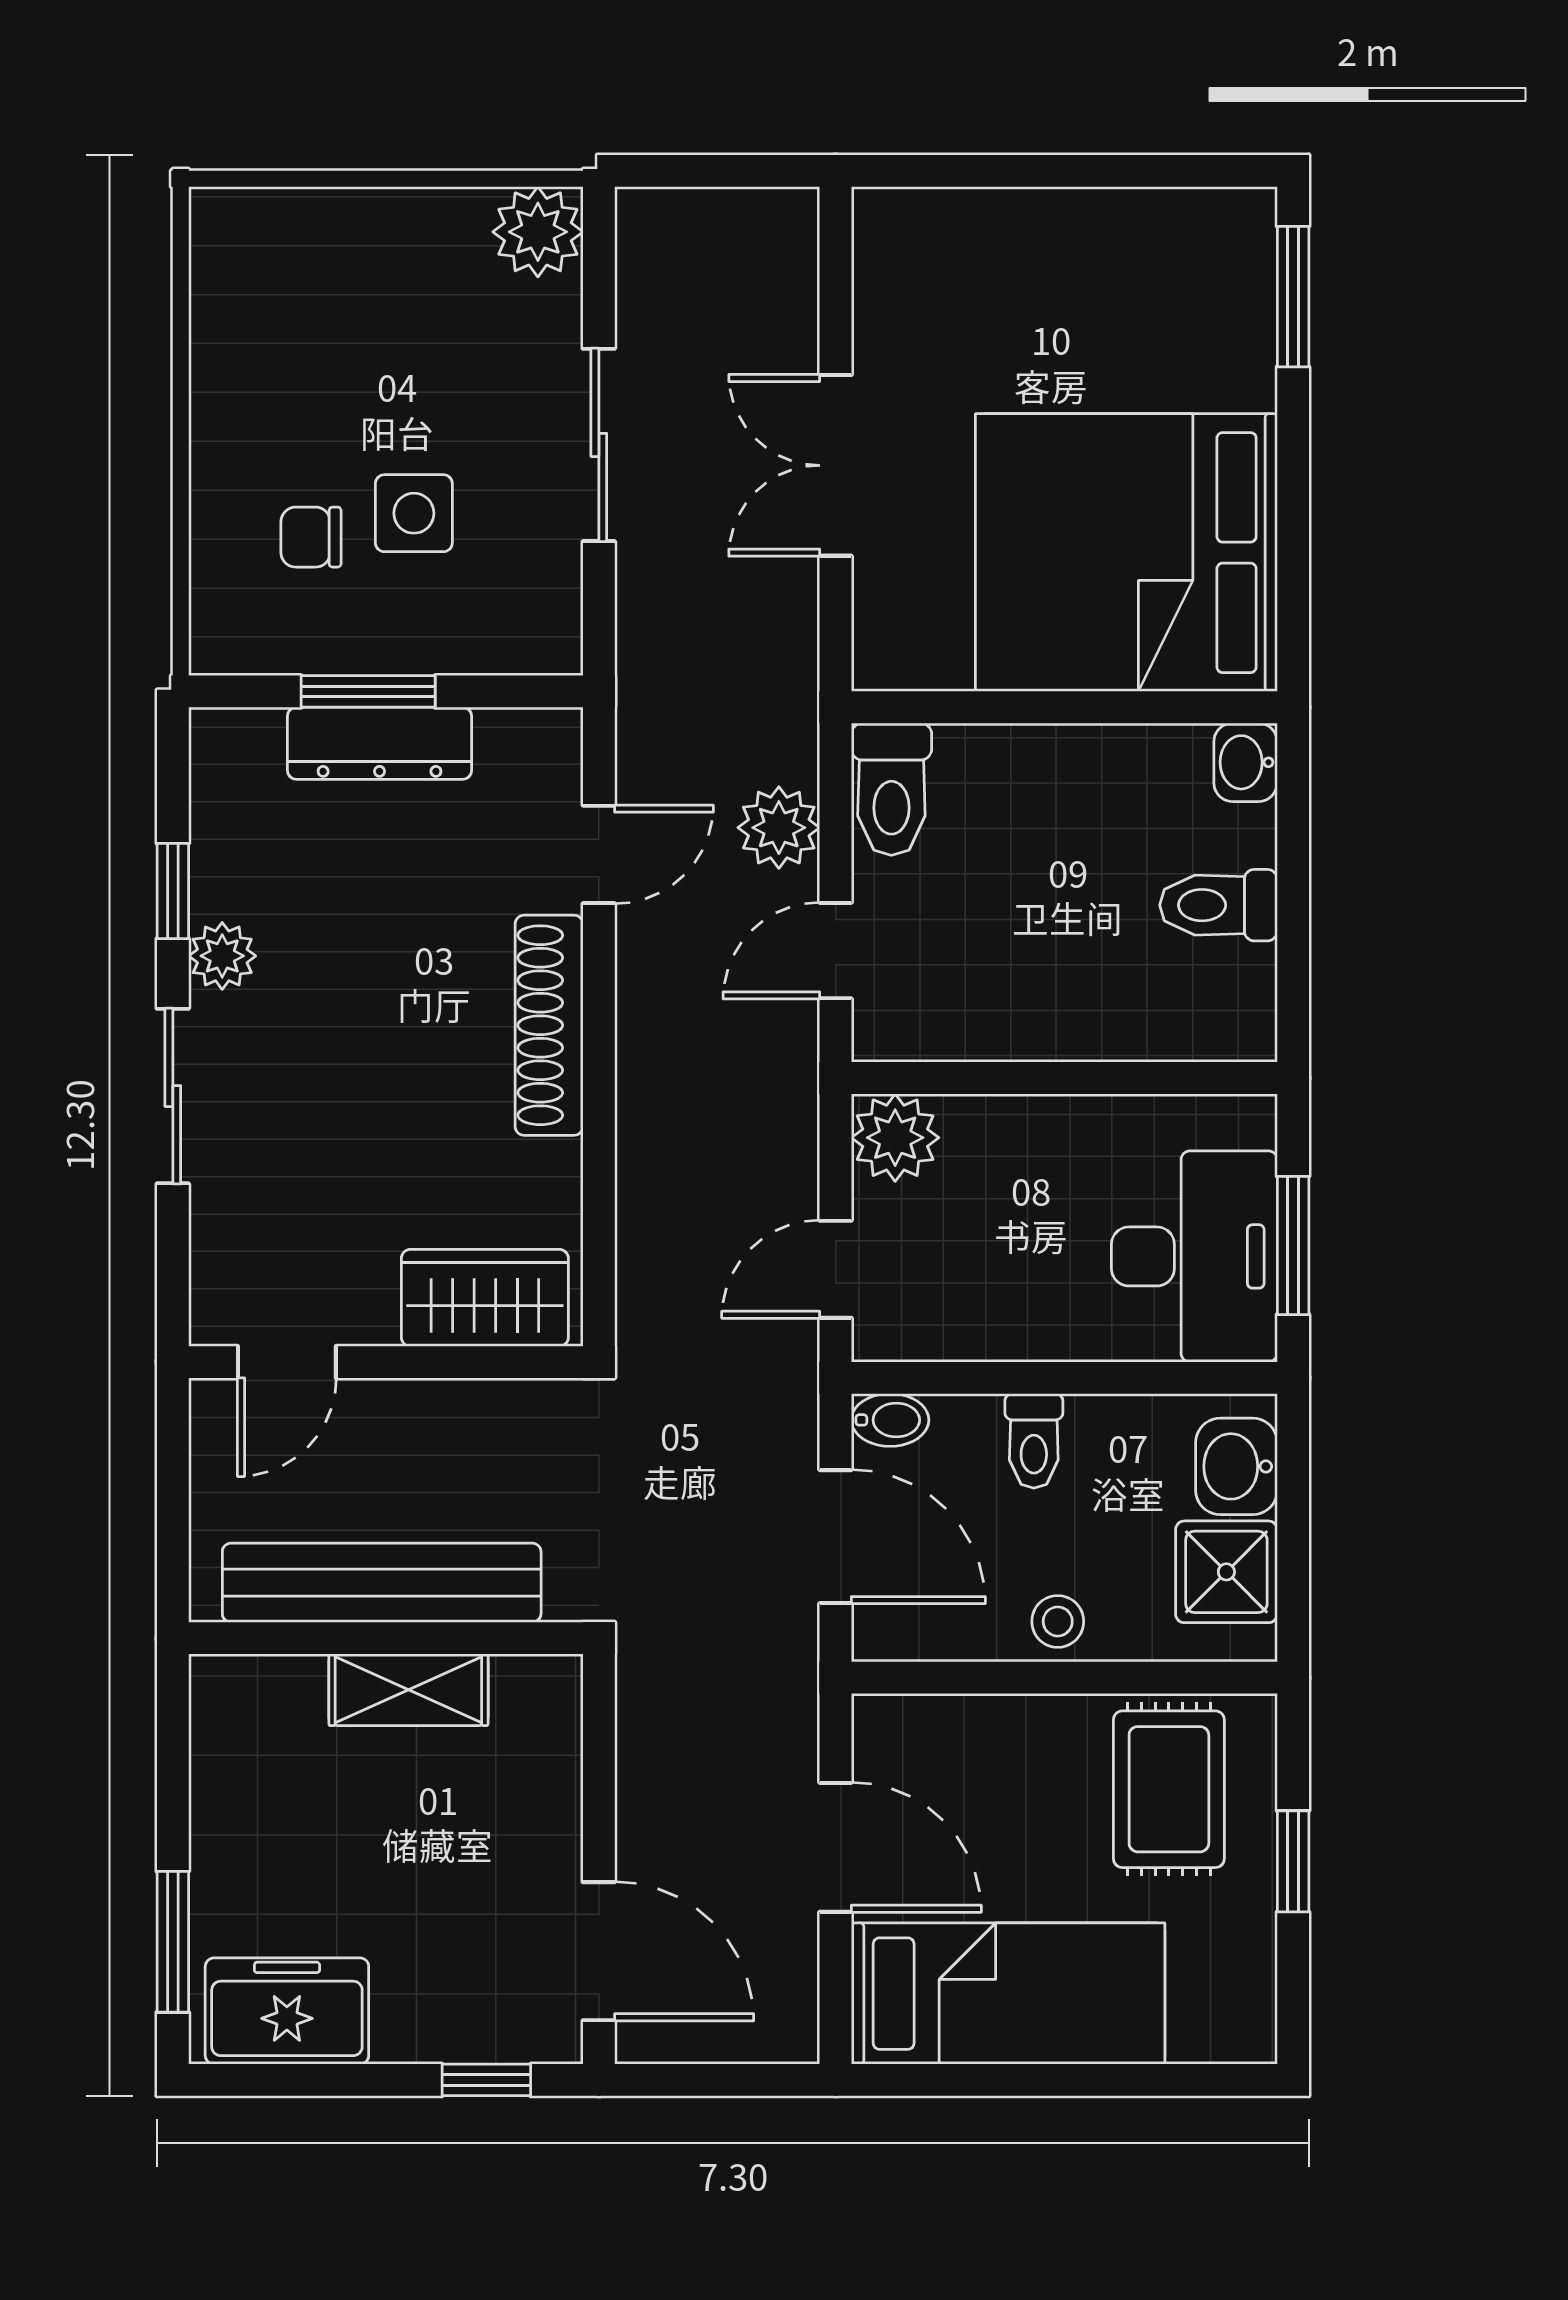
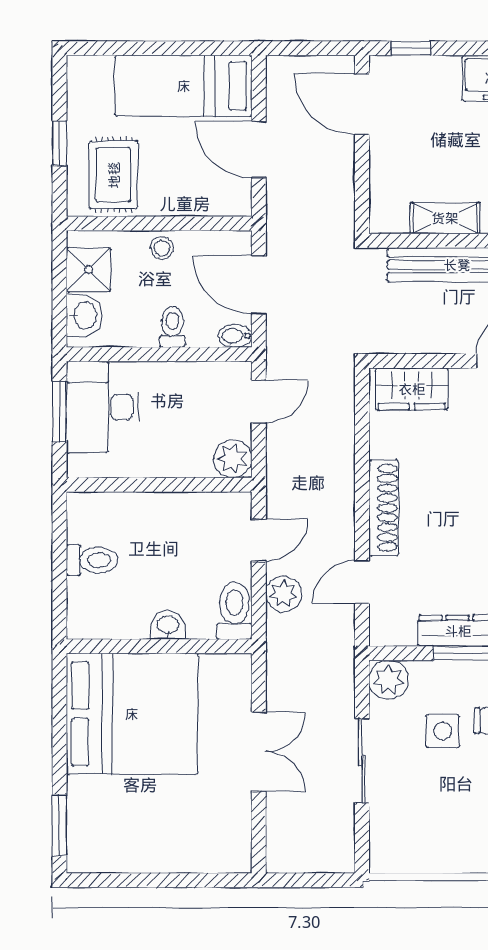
plant: (538, 232) -> (389, 680), moved
washbasin: (1246, 762) -> (168, 626), moved, turned -90

